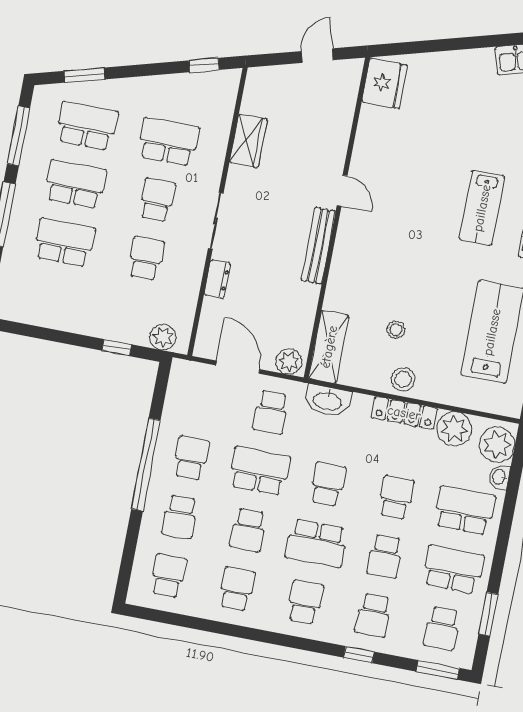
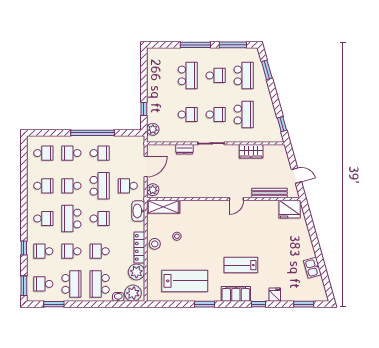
school desk: (75, 184) -> (216, 75), width x0.54
bench: (318, 246) -> (269, 193), moved
school desk: (396, 497) -> (100, 251), turned 180
school desk: (464, 511) -> (100, 284), turned 180

